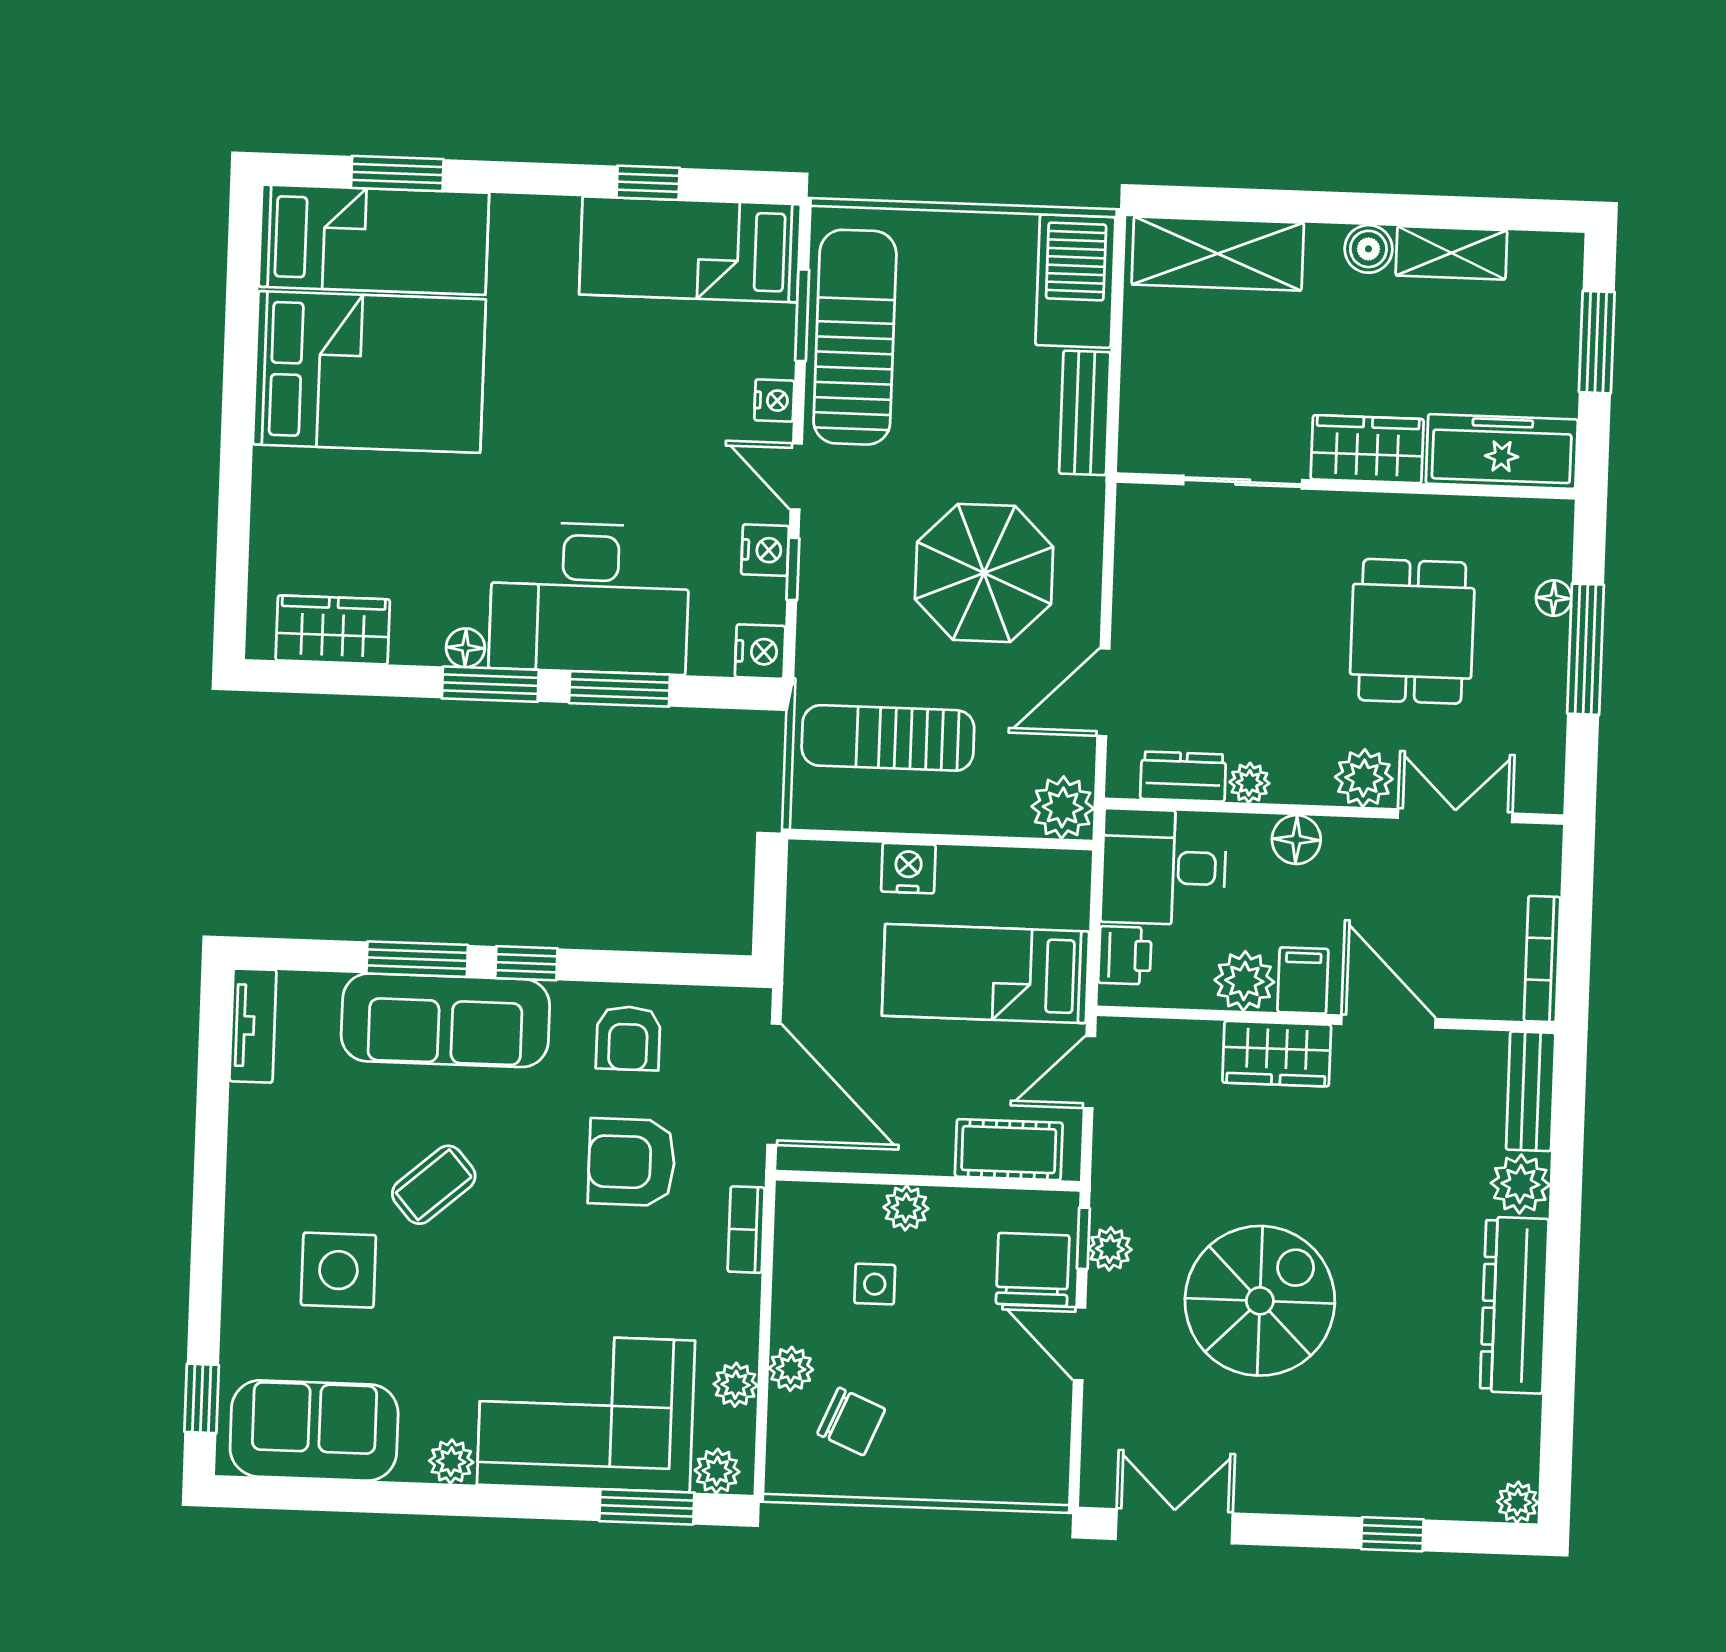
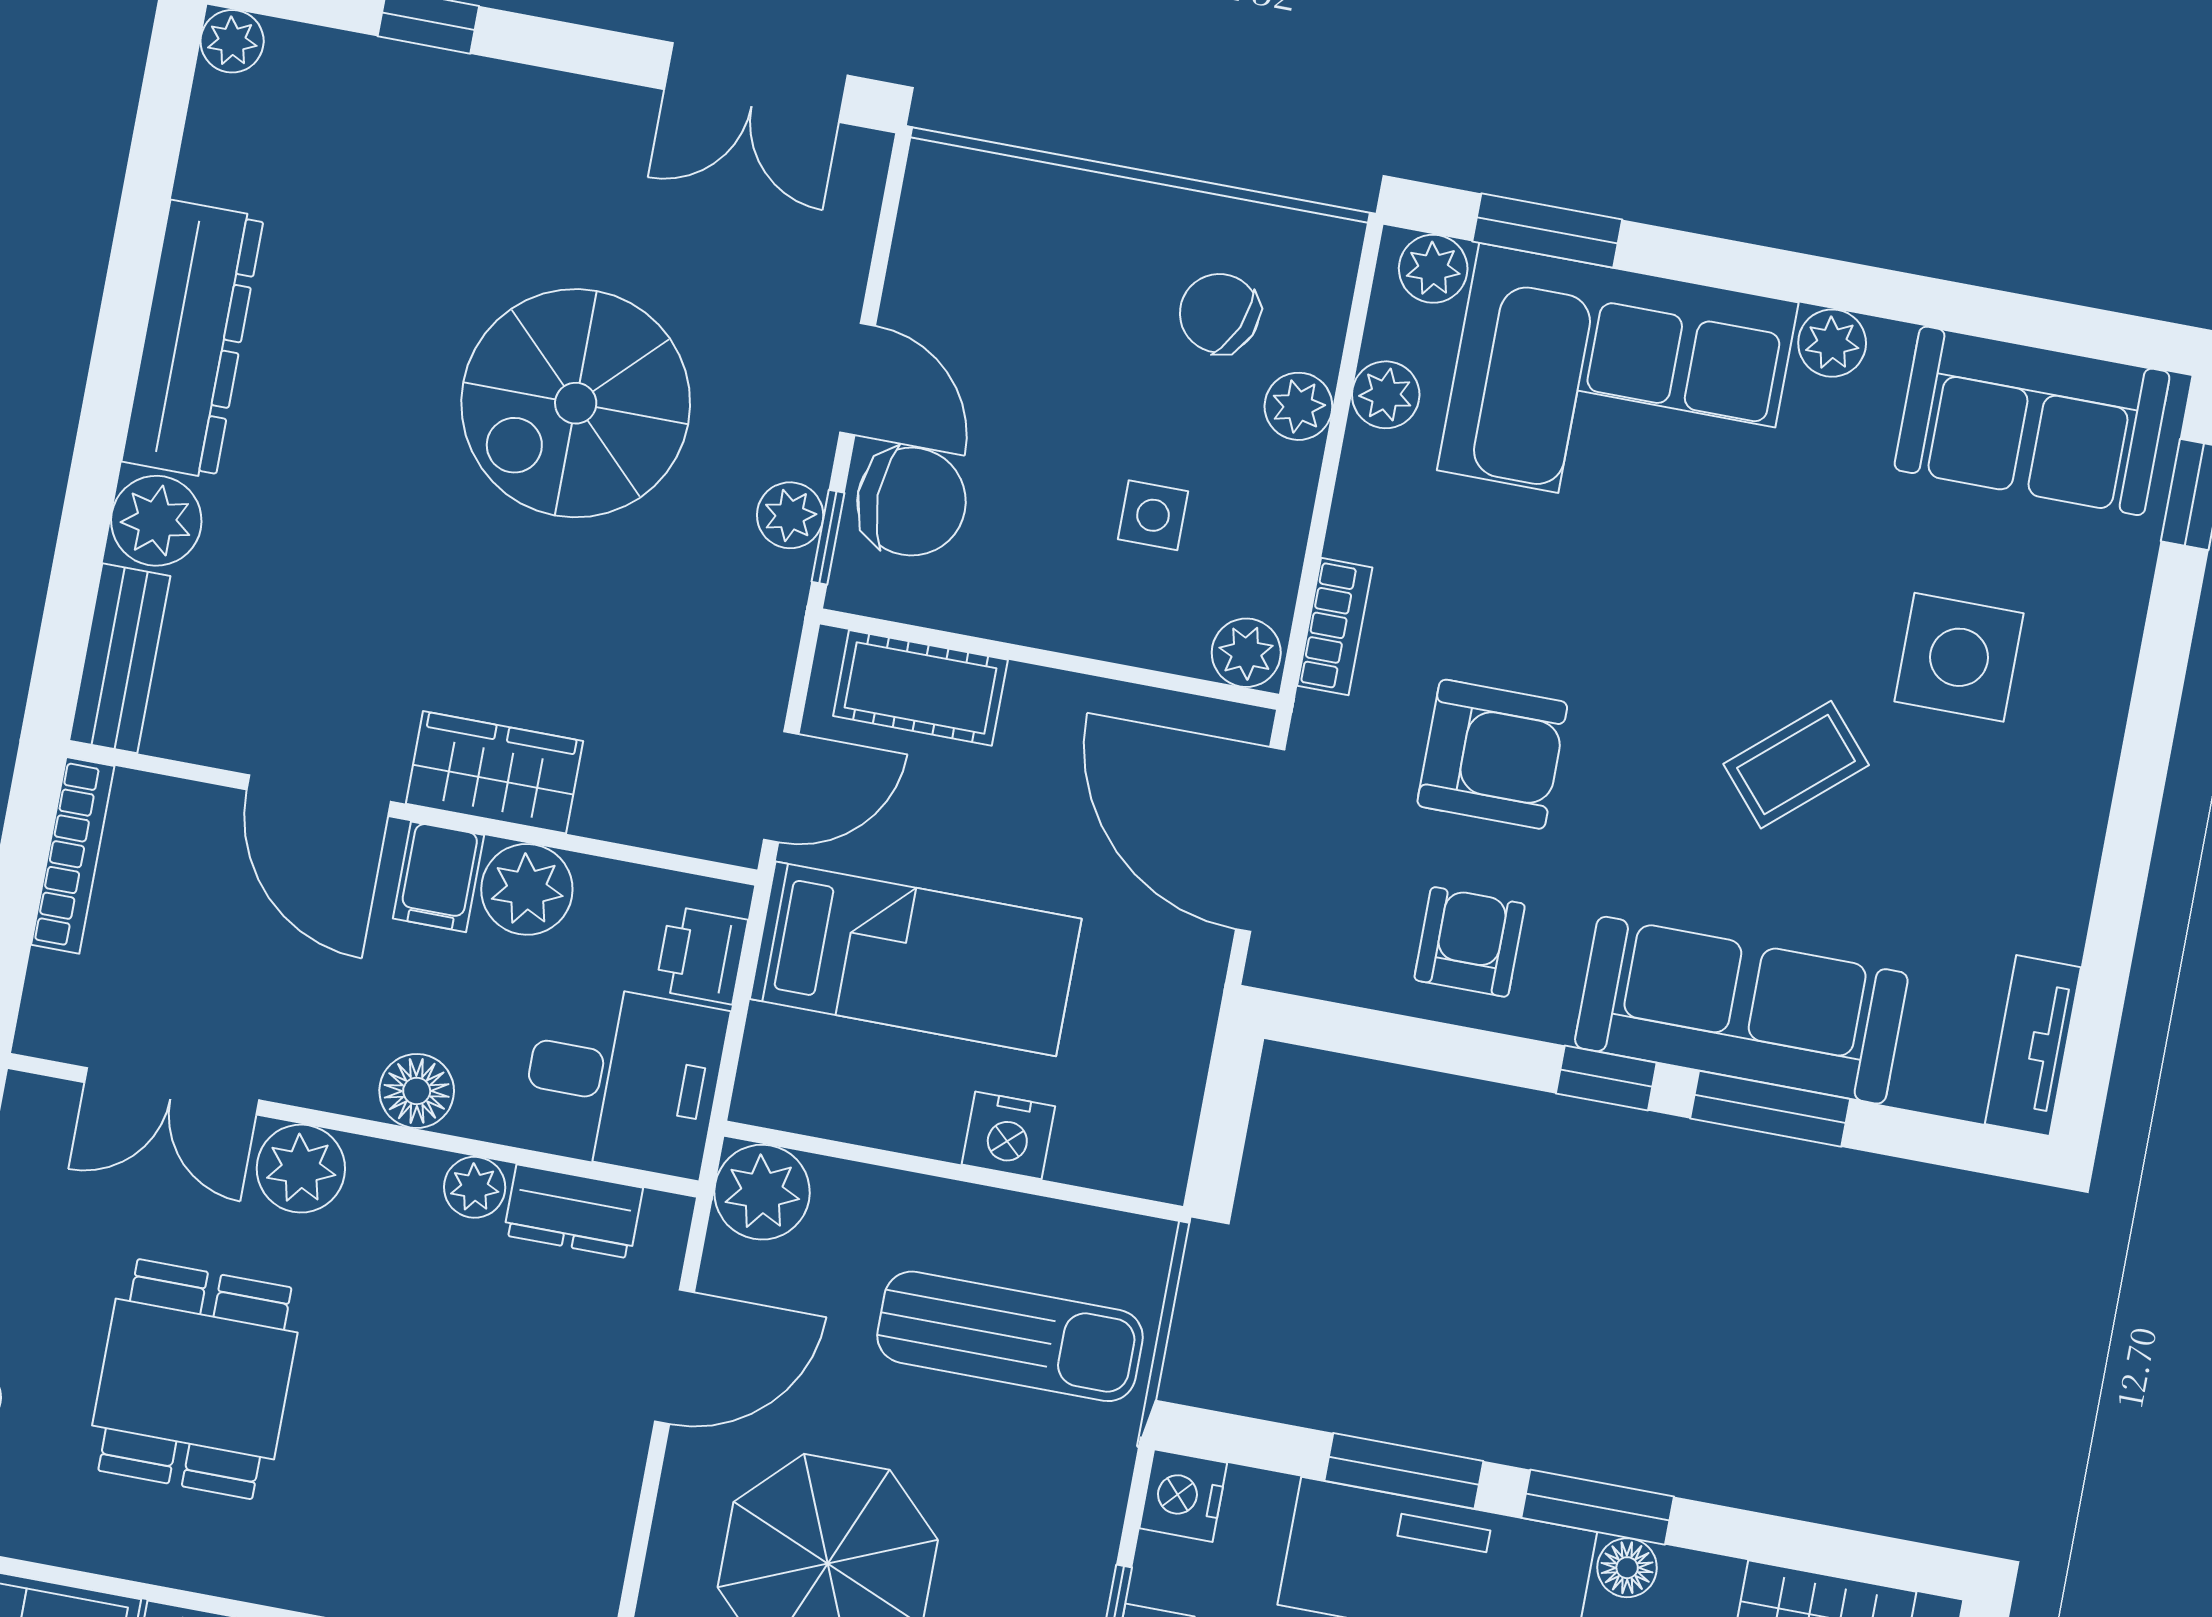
plant: (906, 1208) -> (1246, 653), moved
chair: (1033, 1270) -> (911, 502), turned -90

